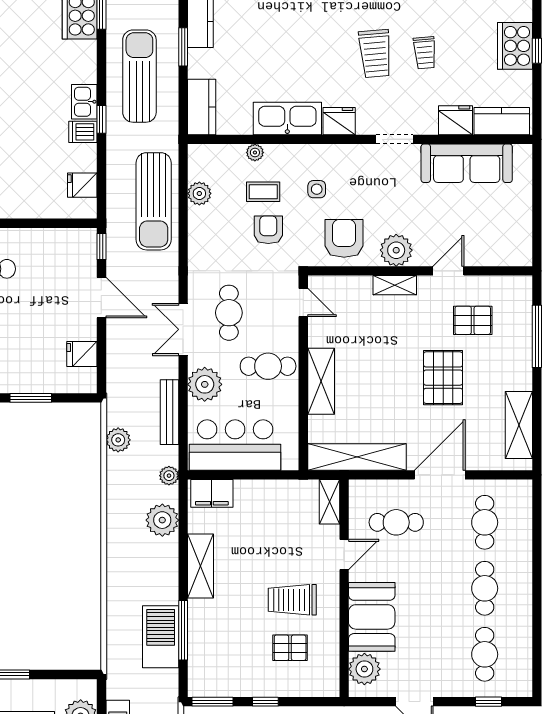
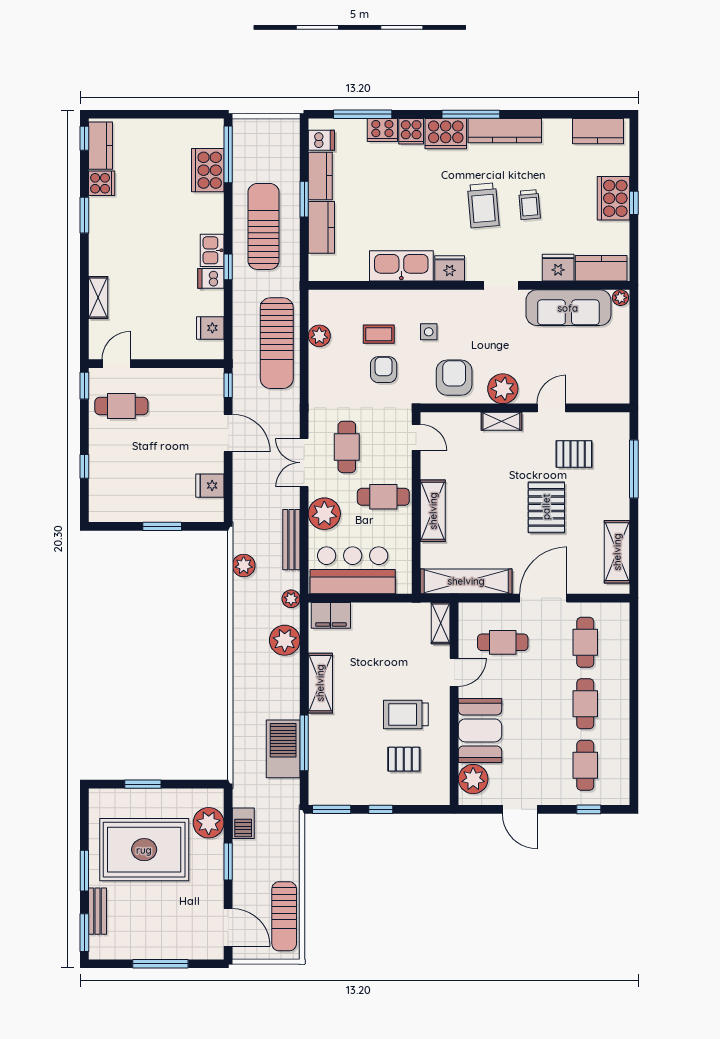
kitchen counter: (202, 107) -> (321, 227), moved
plant: (255, 153) -> (620, 298), moved

